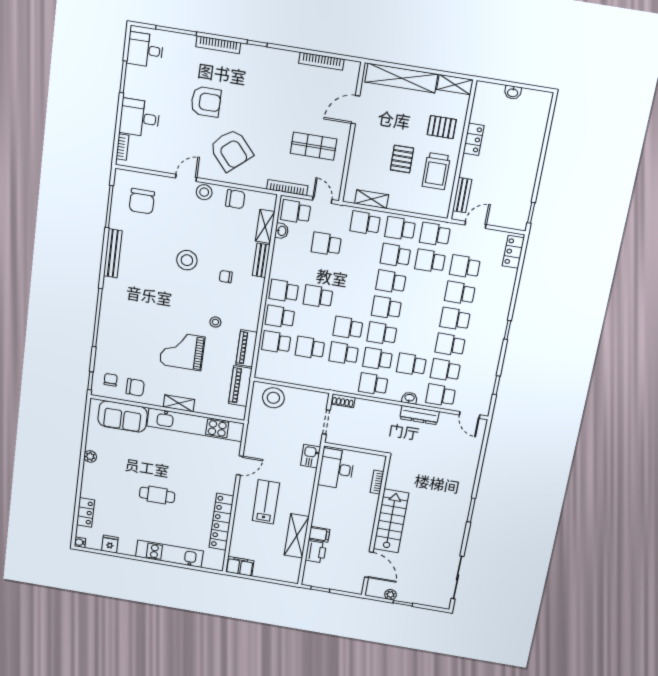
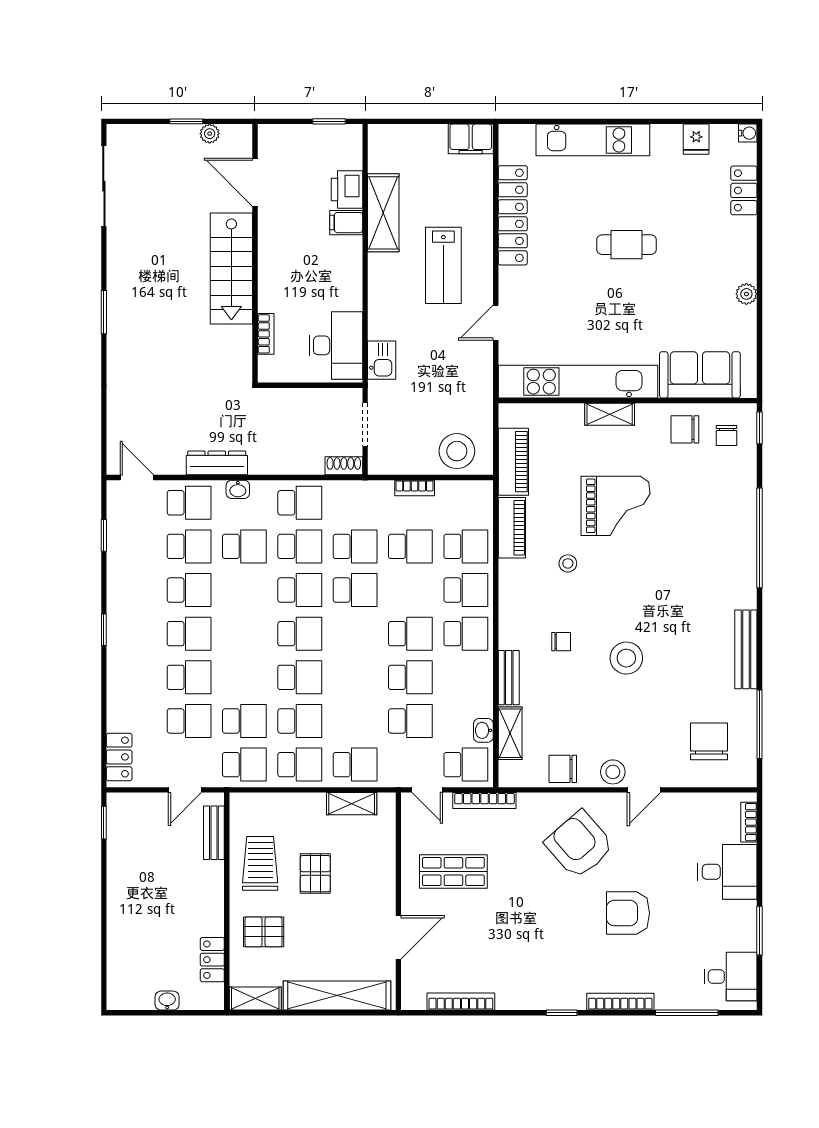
locker: (474, 139) -> (212, 960), moved
school desk: (322, 270) -> (410, 677), added
bookcase: (302, 381) -> (415, 488), added

